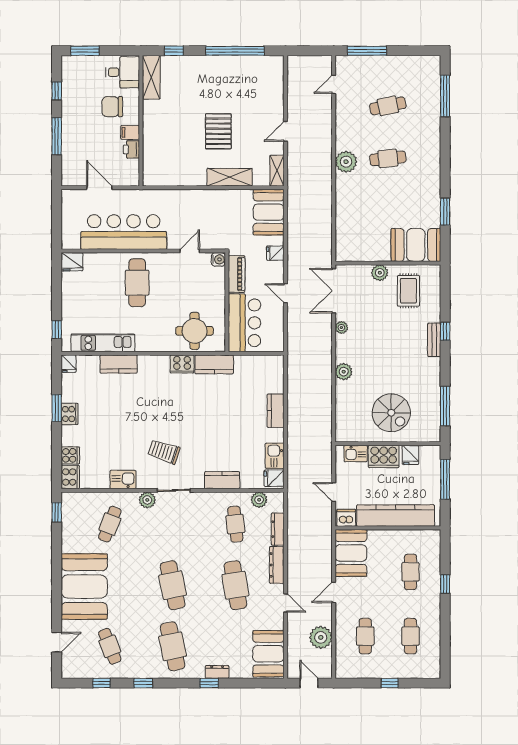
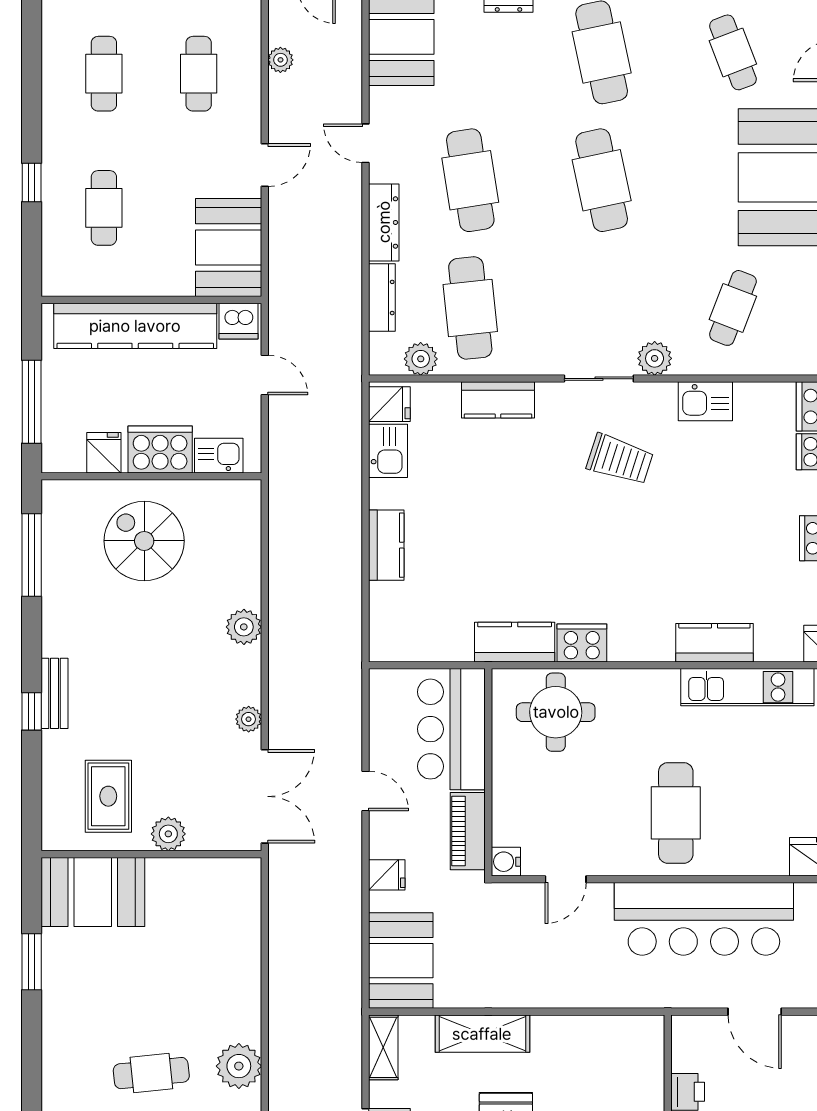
cafe table: (235, 524) -> (470, 308), width x1.37, depth x1.35
plant: (321, 637) -> (280, 60), width x0.53, depth x0.53

